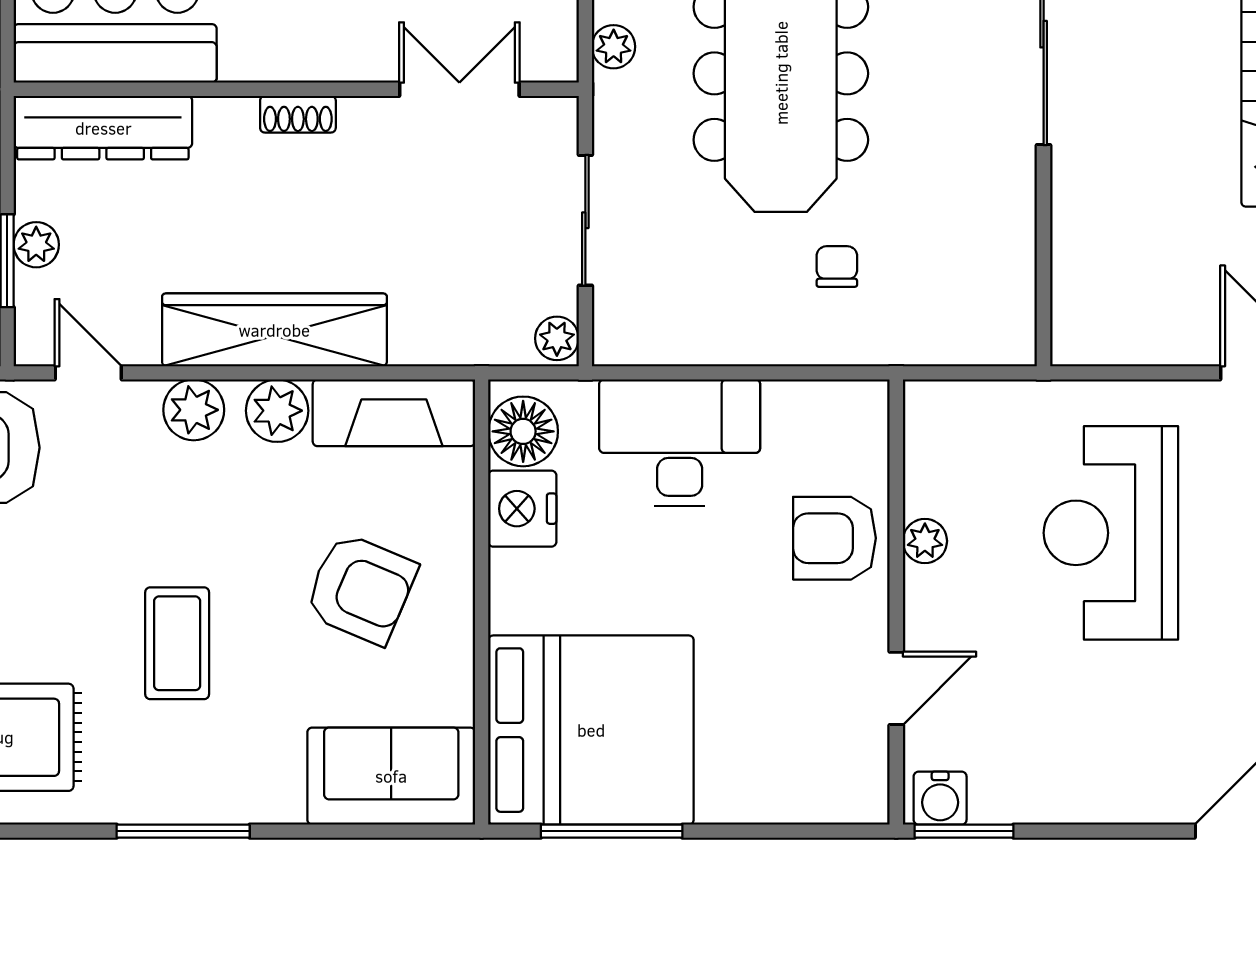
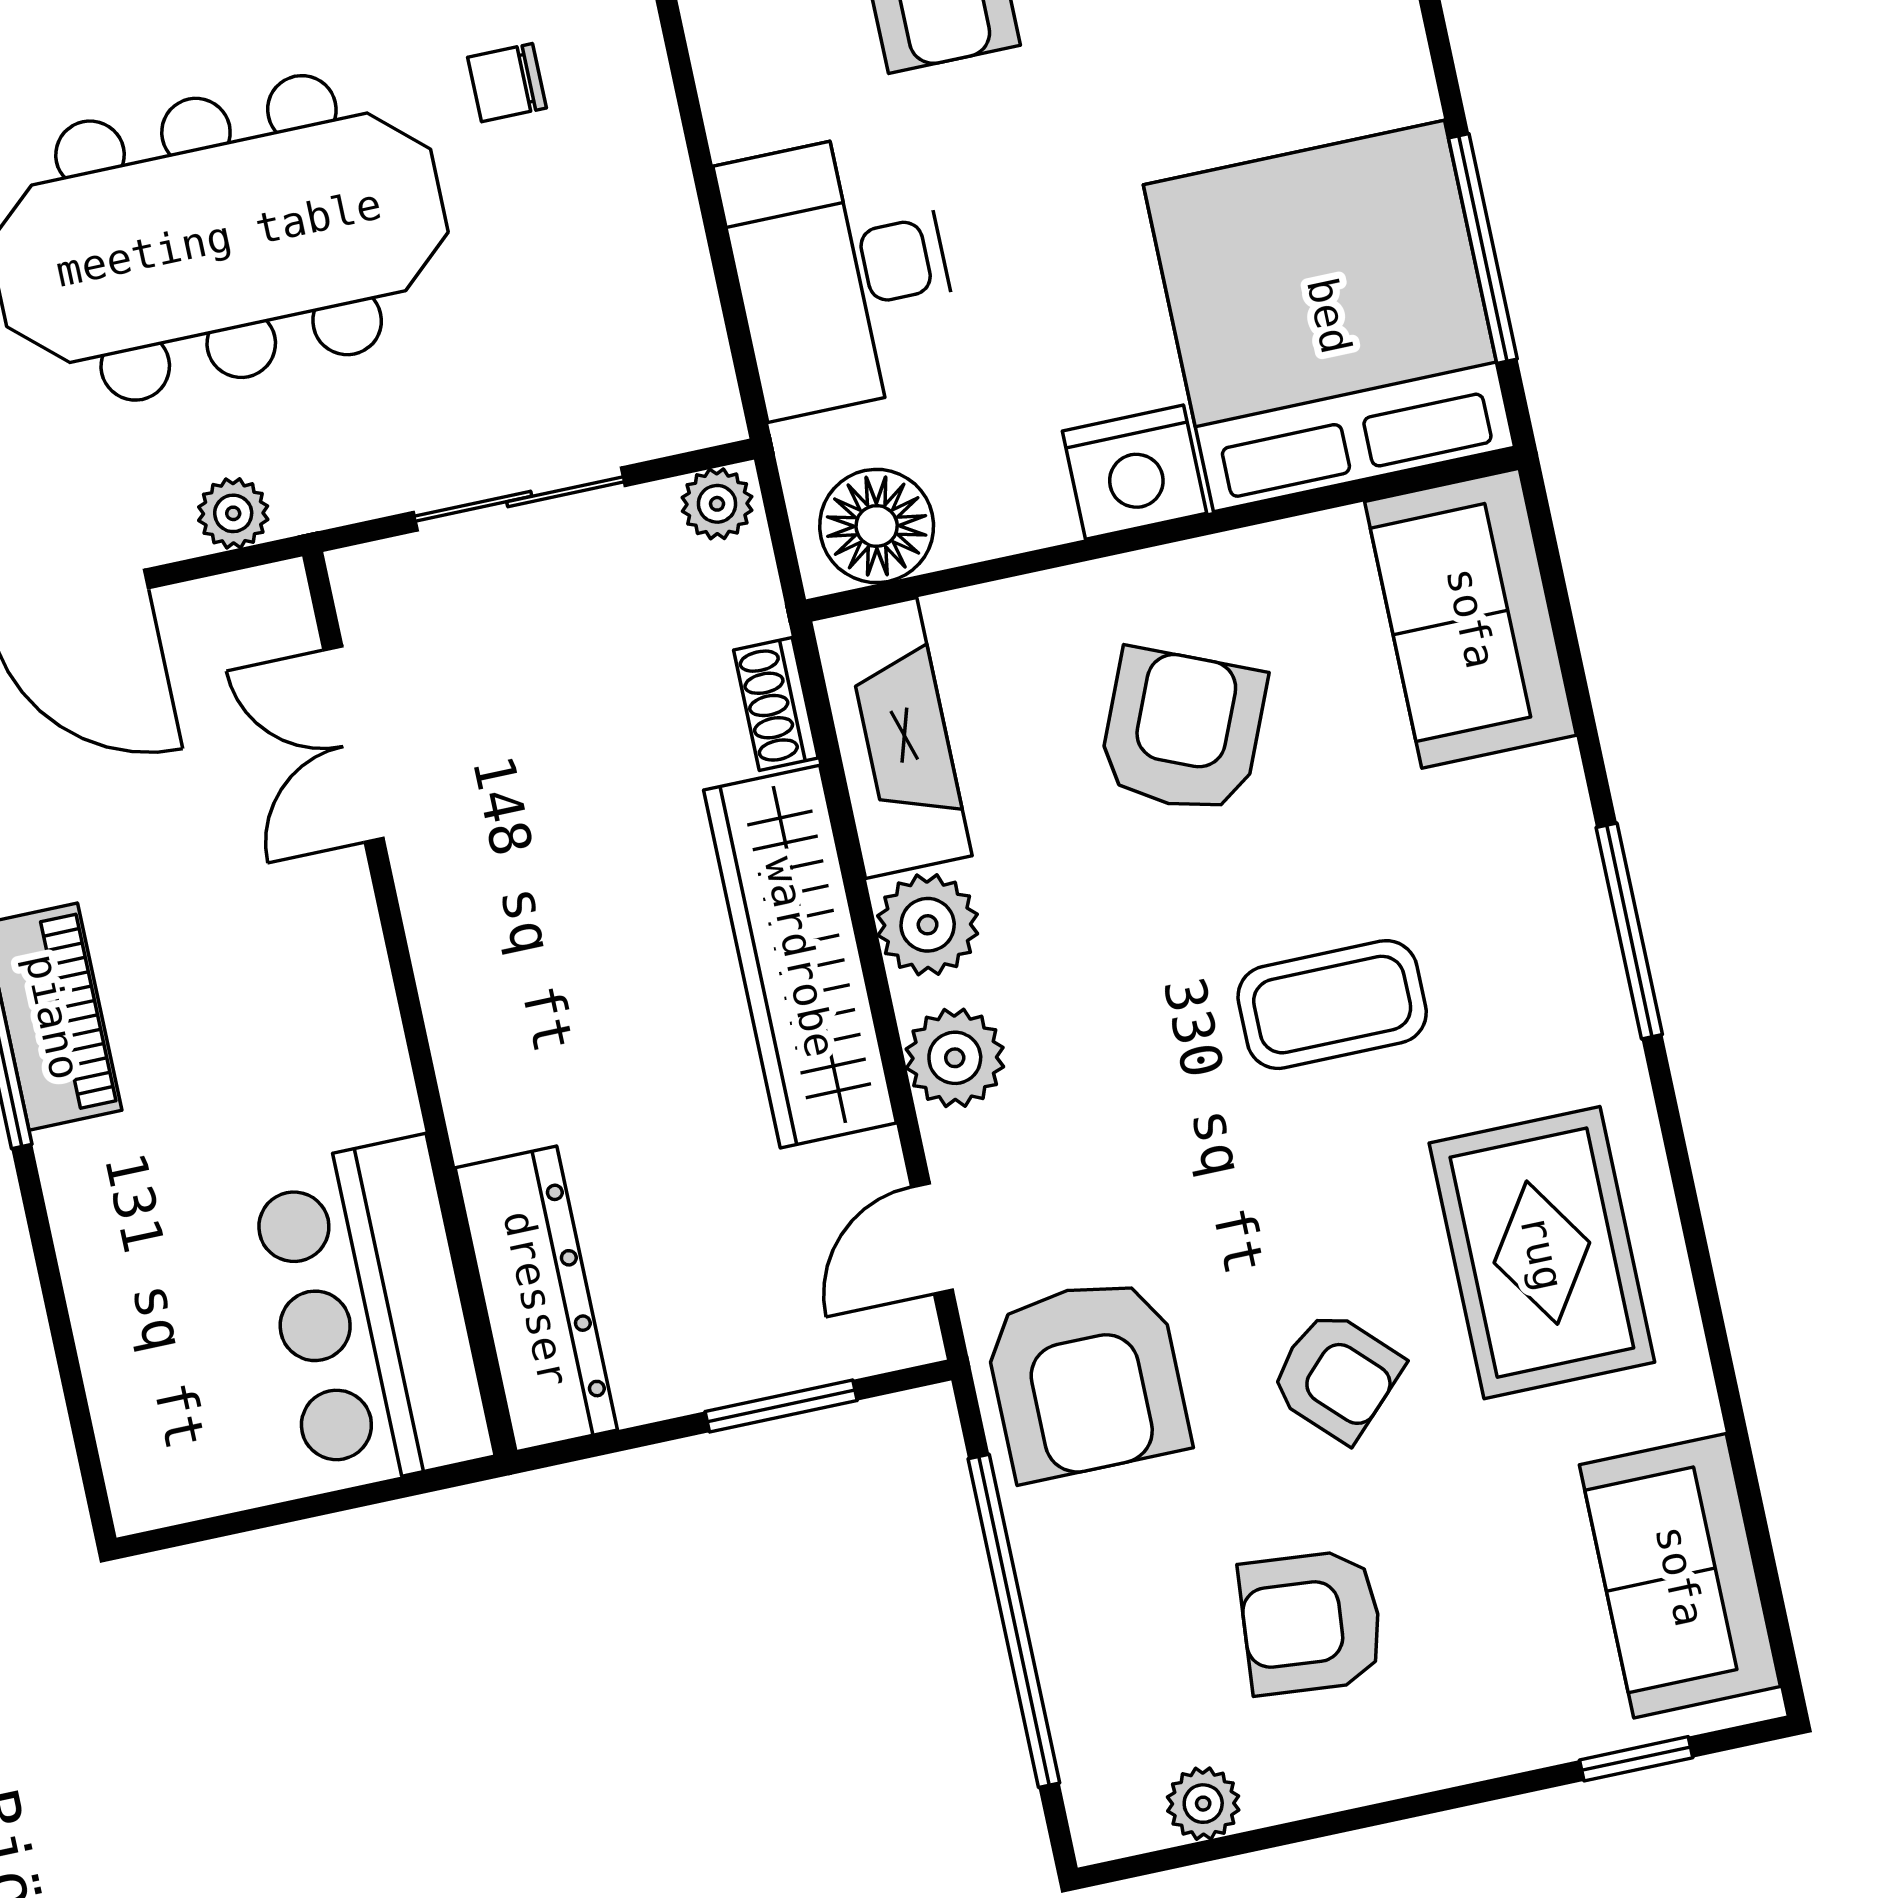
shoe rack: (298, 114) -> (776, 704), moved, turned 180
plant: (36, 245) -> (746, 1365), removed
nightstand: (522, 509) -> (1135, 472), moved

